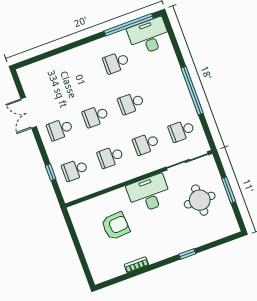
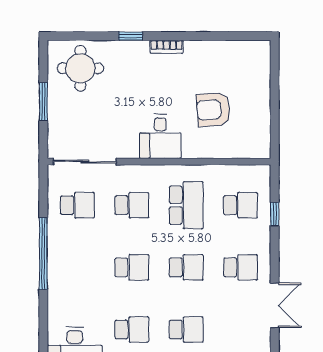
school desk: (81, 76) -> (186, 329), added
school desk: (110, 157) -> (186, 205), width x1.85
desk: (149, 194) -> (160, 136), width x0.73
round table: (200, 200) -> (80, 68), moved
bookcase: (136, 265) -> (167, 47), moved

